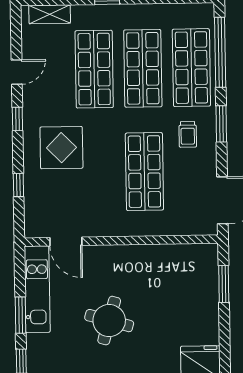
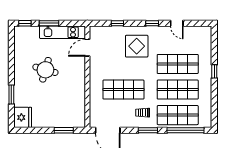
shelving: (50, 14) -> (207, 41), removed

